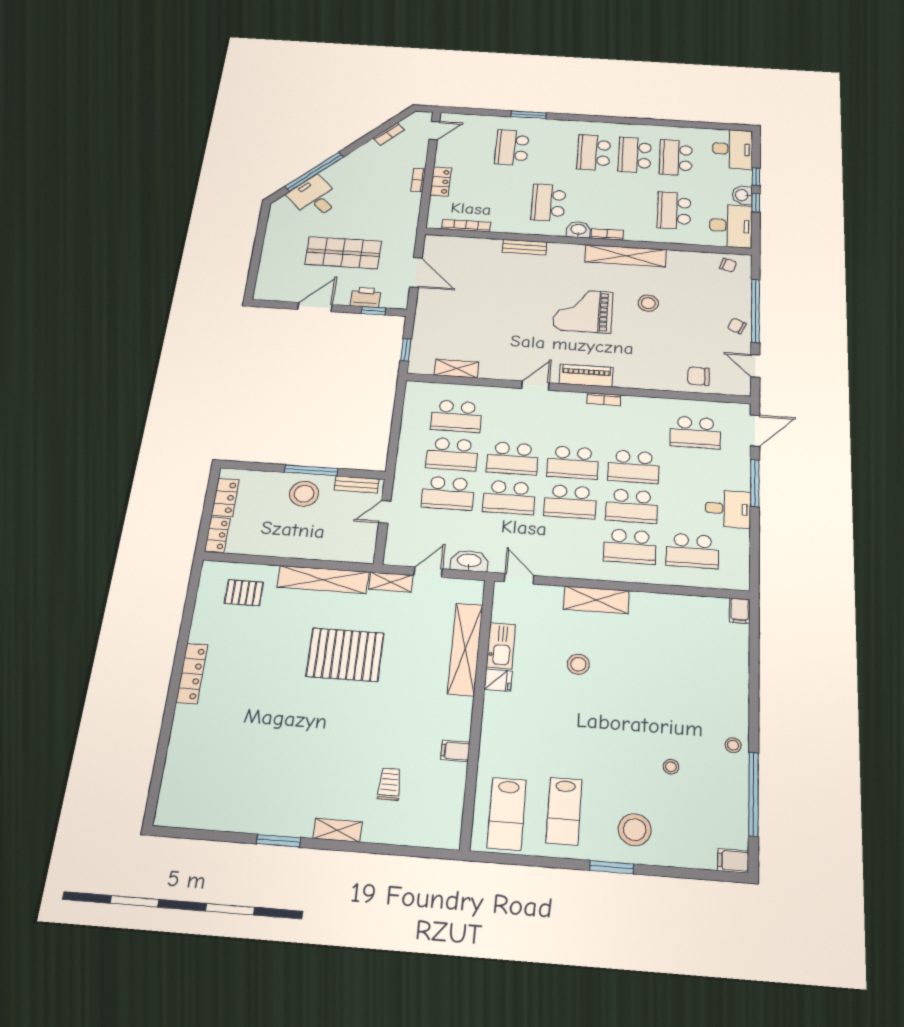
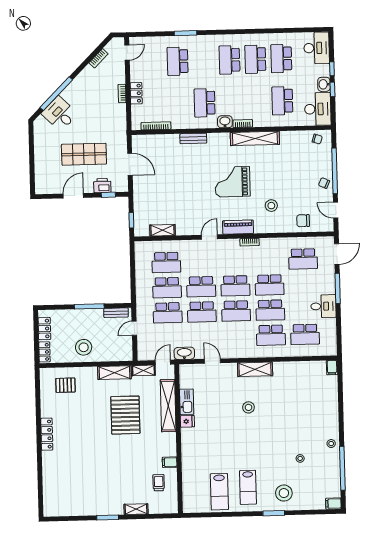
stool: (648, 303) -> (271, 206), moved
stool: (304, 494) -> (84, 347), moved
shelving: (323, 580) -> (114, 373), width x0.68
kitchen sink: (501, 646) -> (187, 402), moved
shelving: (465, 649) -> (168, 406), moved
pallet: (345, 655) -> (125, 415), turned 90
fridge: (498, 680) -> (187, 421), moved
wall: (478, 710) -> (178, 439), moved
filing cabinet: (455, 751) -> (170, 462), moved

